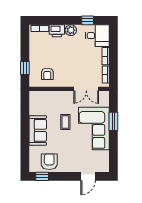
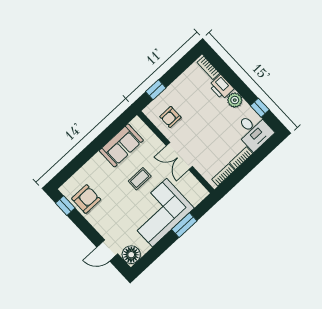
double door: (86, 89) -> (179, 156), moved
sofa: (38, 130) -> (121, 145), moved
floor lamp: (103, 165) -> (131, 255), added

